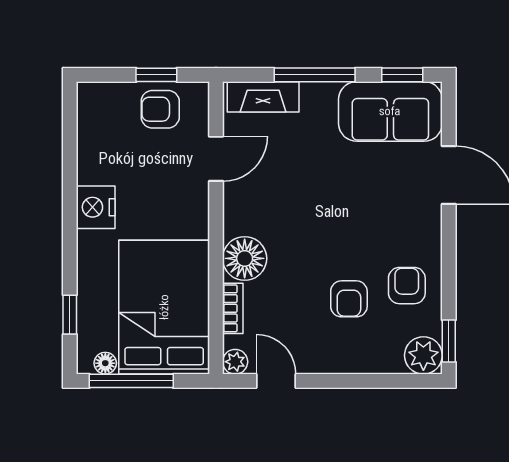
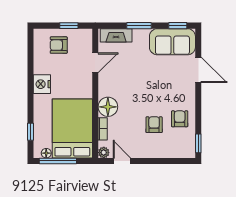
window: (315, 75) -> (139, 26), width x0.69
armchair: (160, 109) -> (59, 45), moved
armchair: (349, 299) -> (154, 125), turned 180
plant: (423, 355) -> (187, 150), removed

